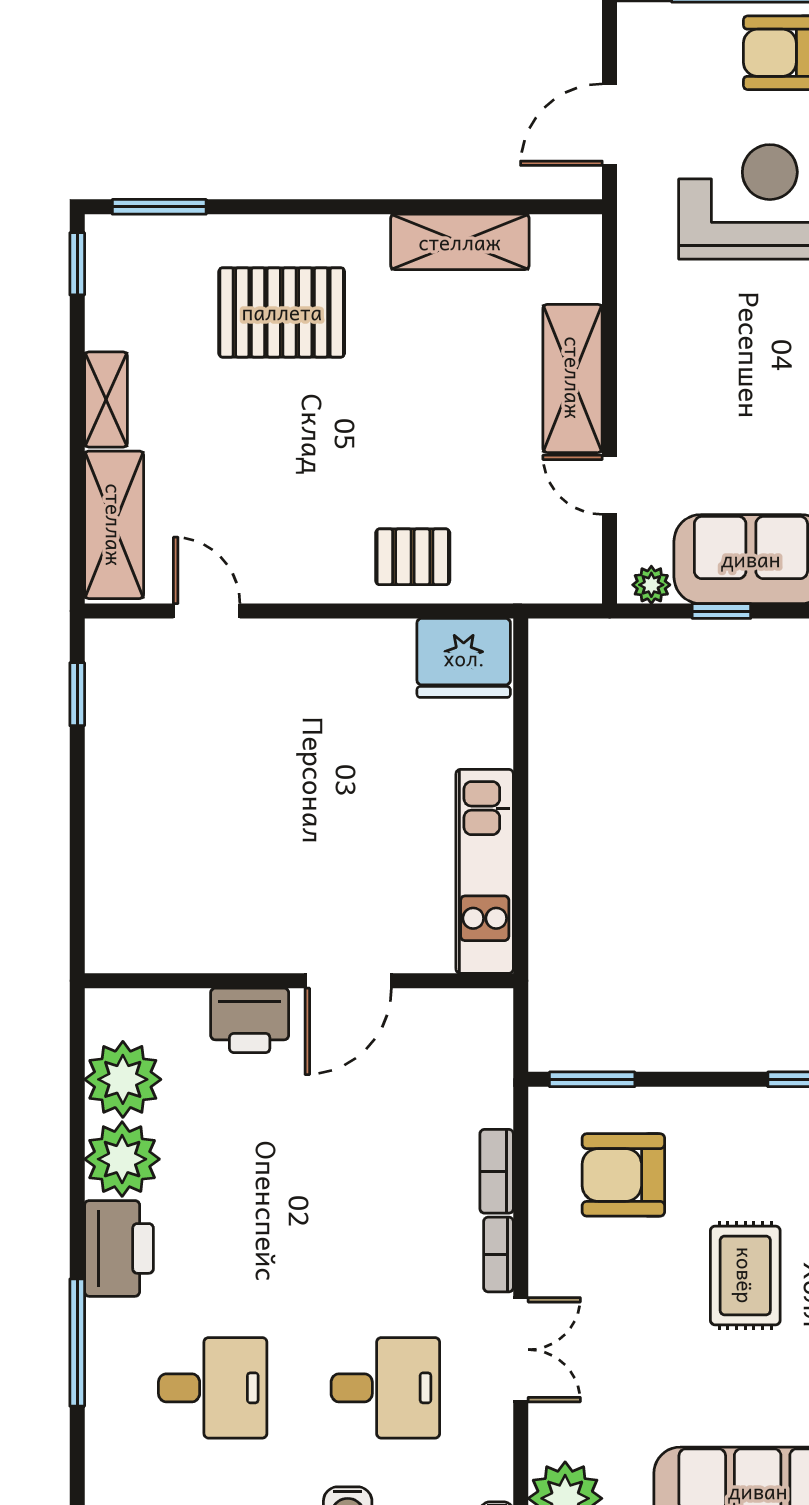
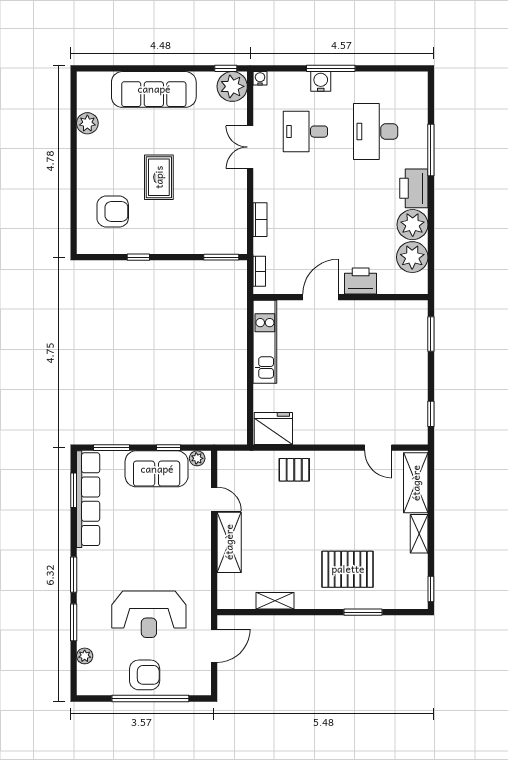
window: (159, 207) -> (363, 612), moved
shelving: (460, 242) -> (275, 601), width x0.67, depth x0.75
window: (77, 890) -> (431, 334), added
armchair: (623, 1175) -> (208, 218), removed
bookcase: (499, 1254) -> (259, 271), moved
desk: (213, 1388) -> (376, 132), width x1.37

